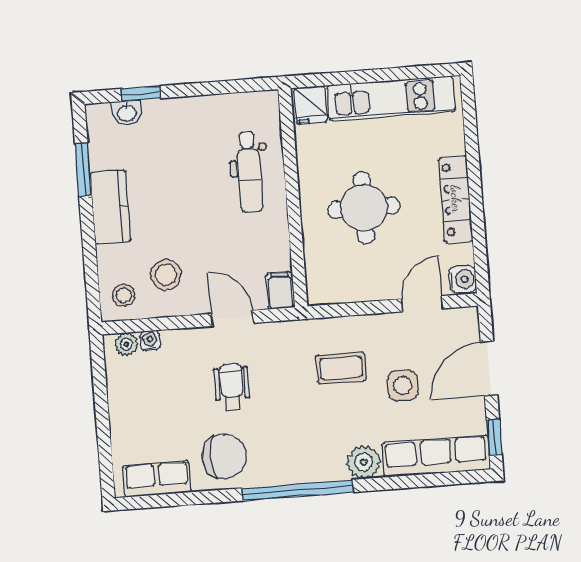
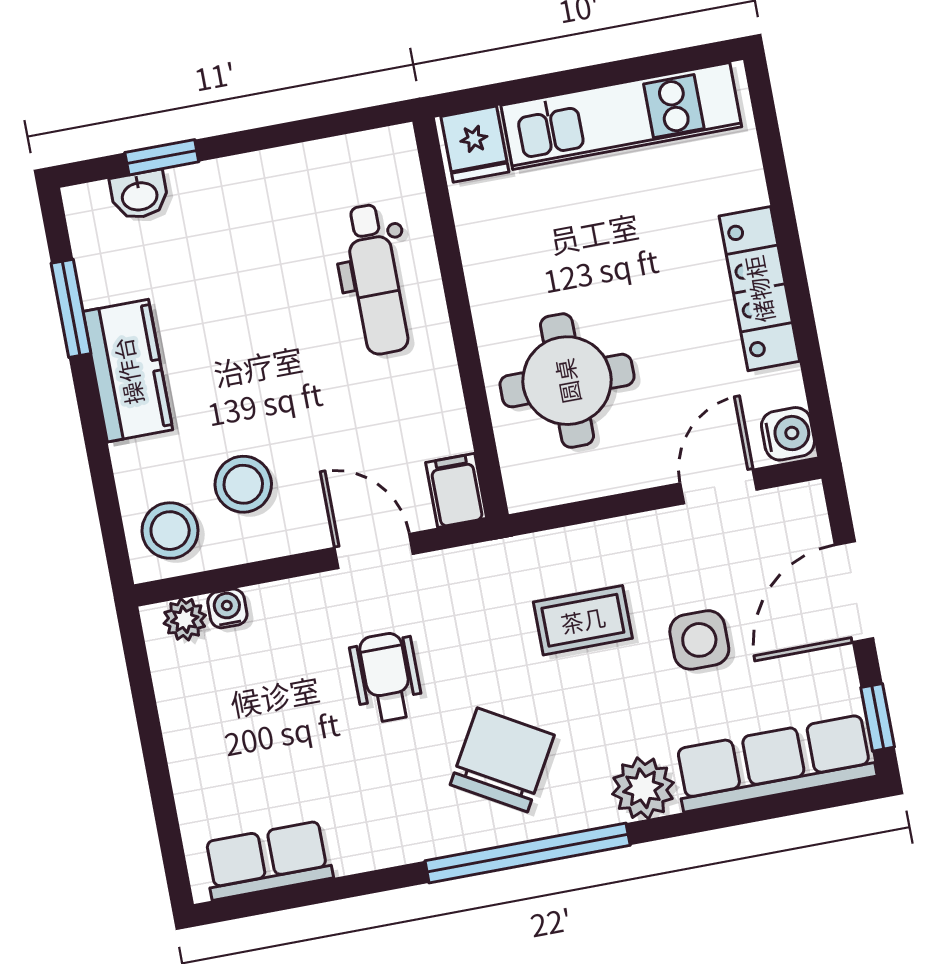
round table: (364, 208) -> (567, 381), moved
stool: (124, 295) -> (170, 531), width x1.37, depth x1.37
chair: (224, 456) -> (502, 760), moved, turned -60

